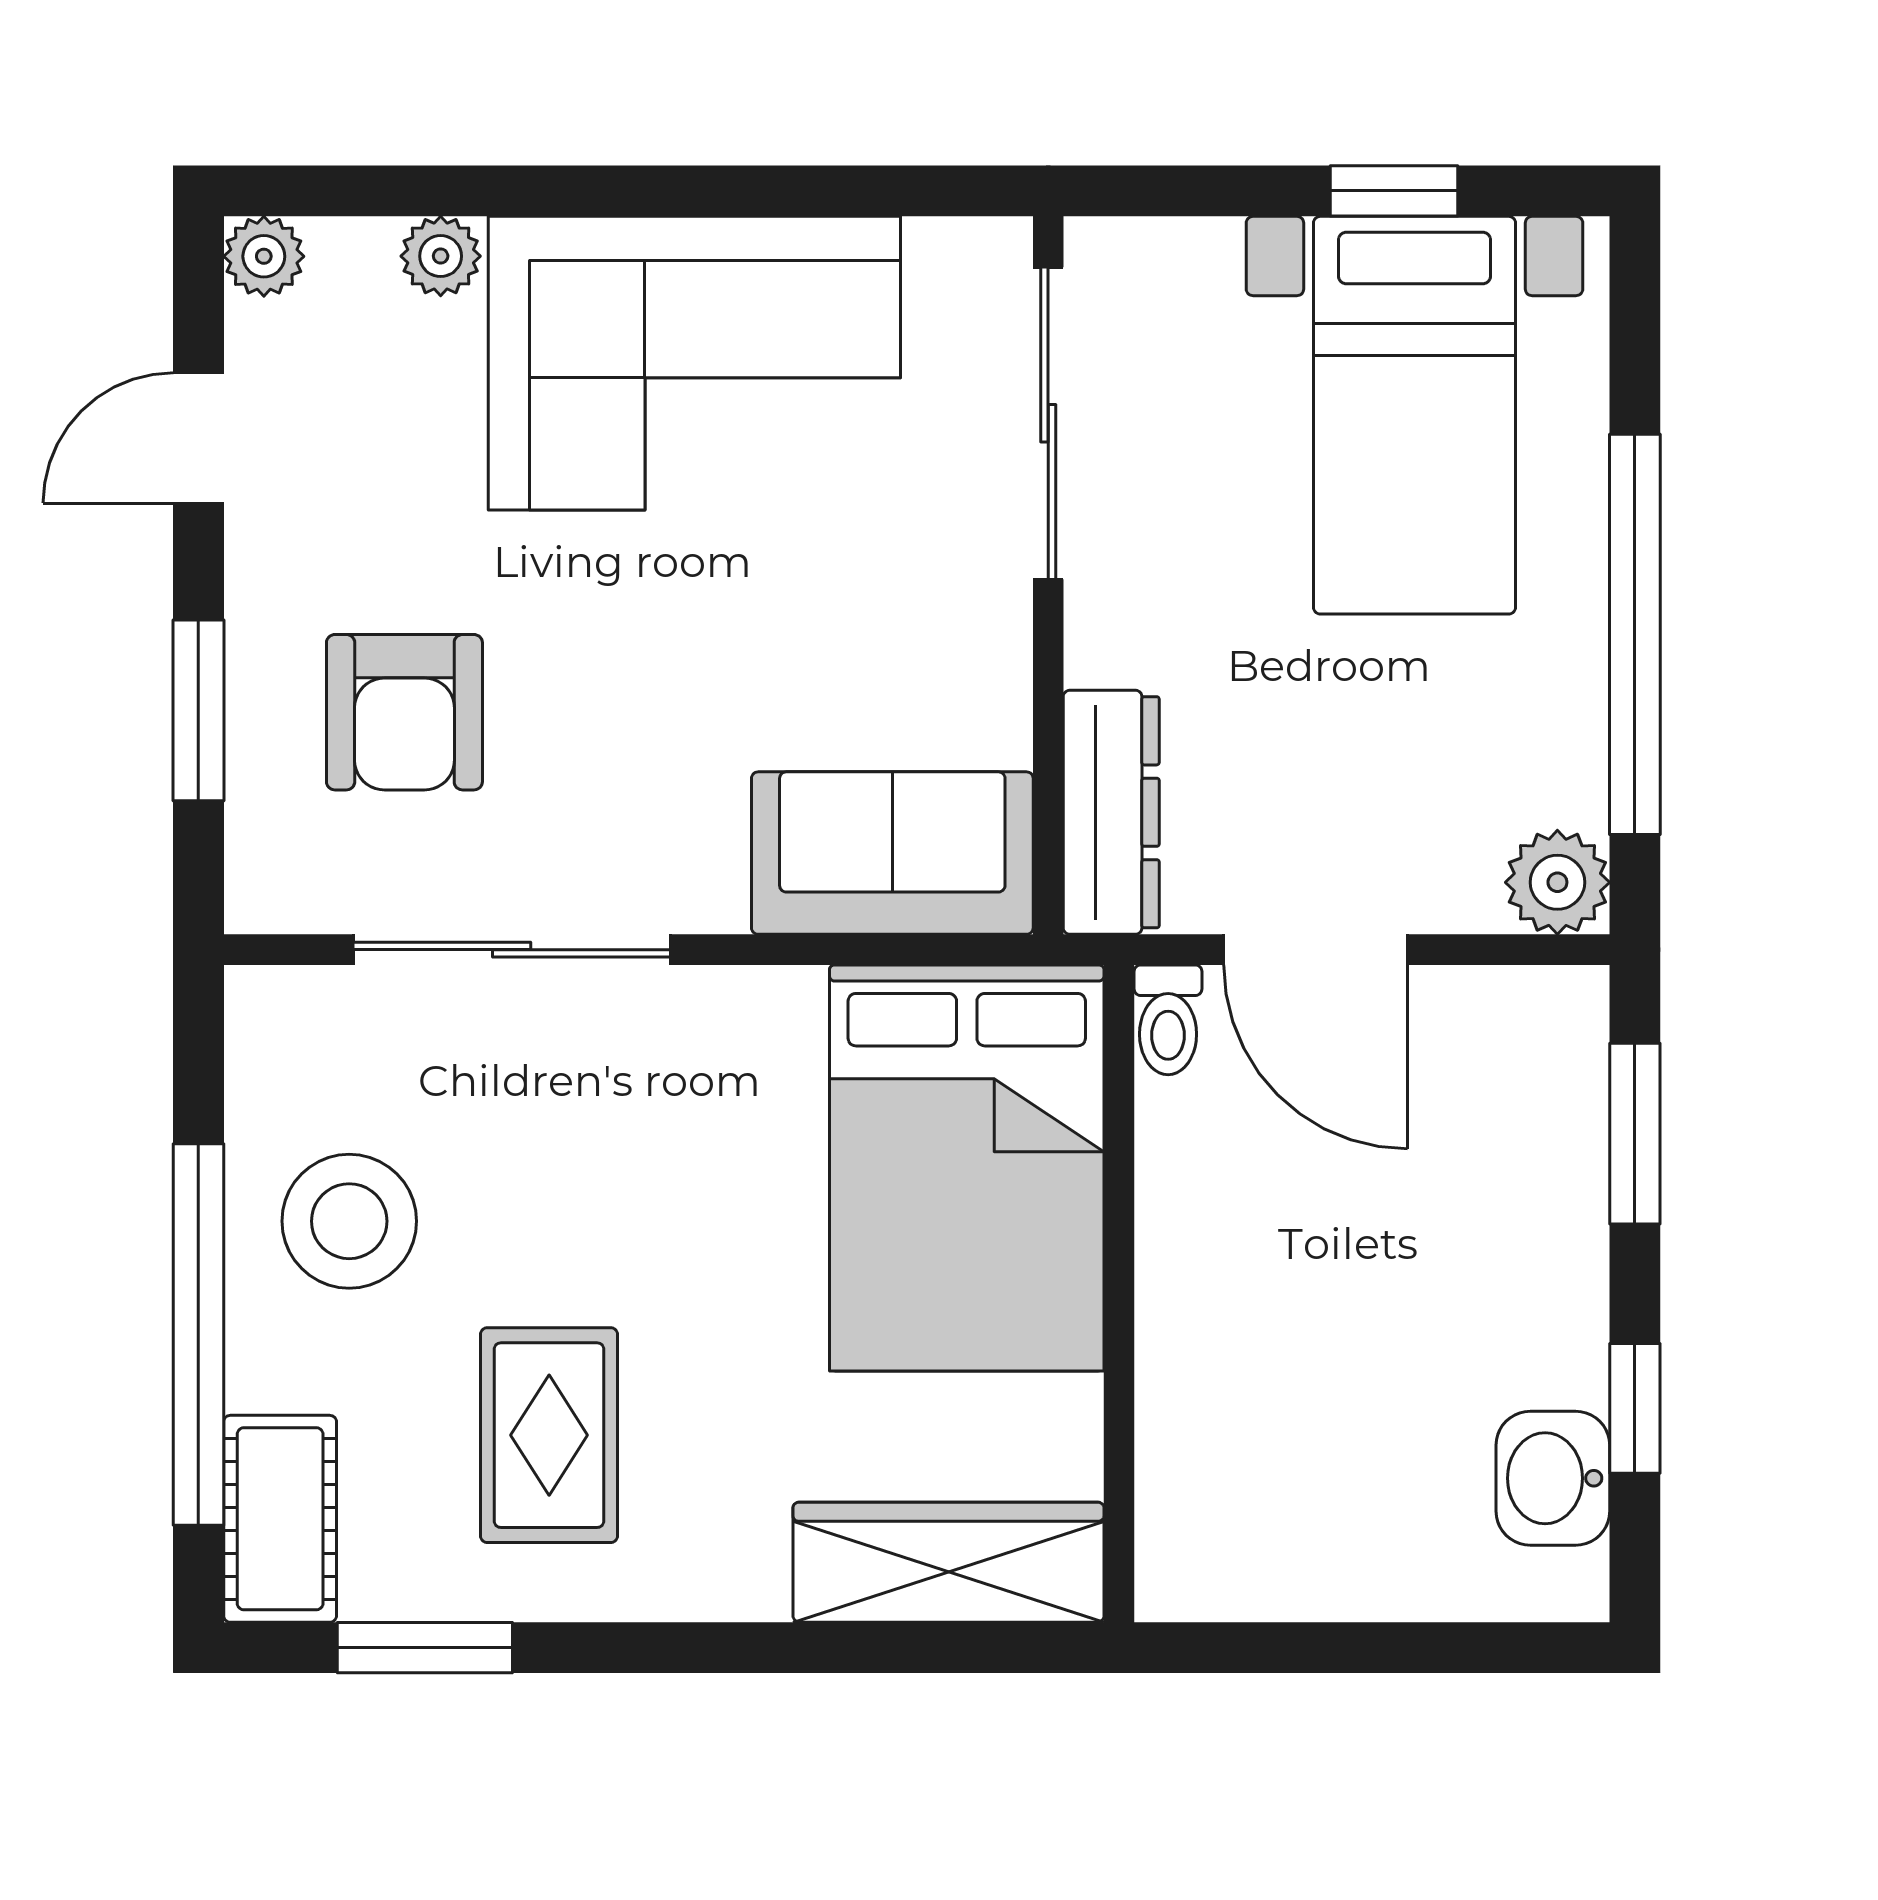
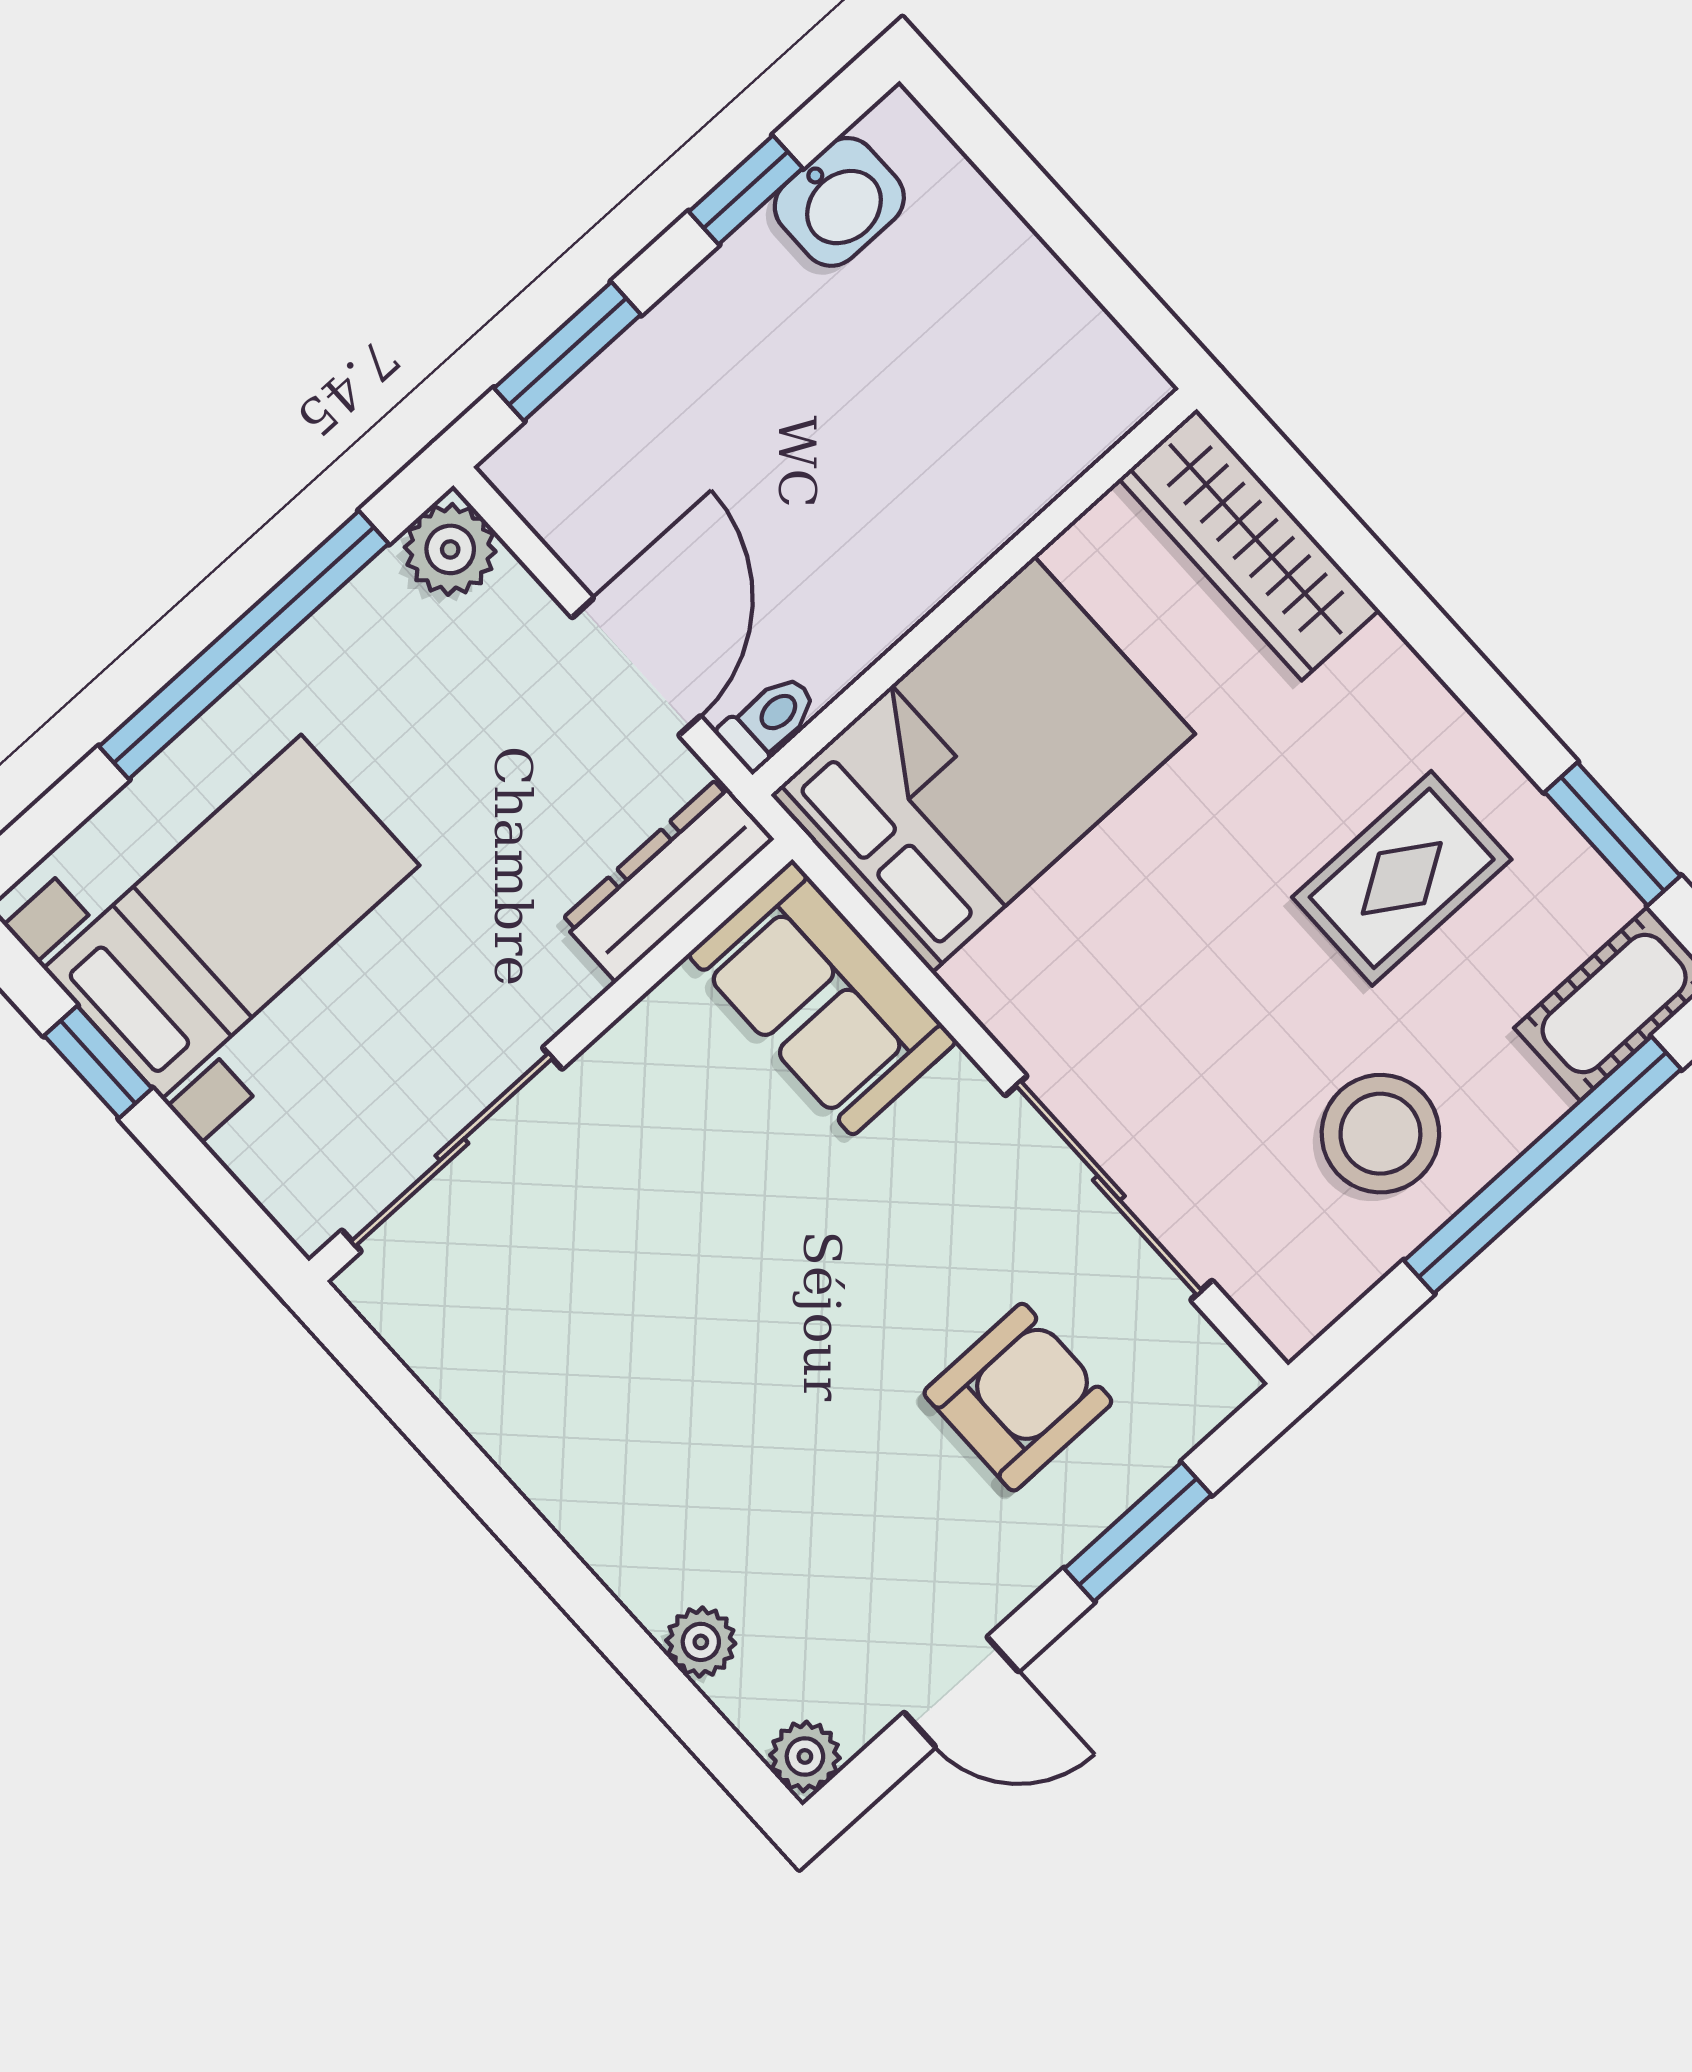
corner sofa: (694, 363) -> (621, 1414), removed

